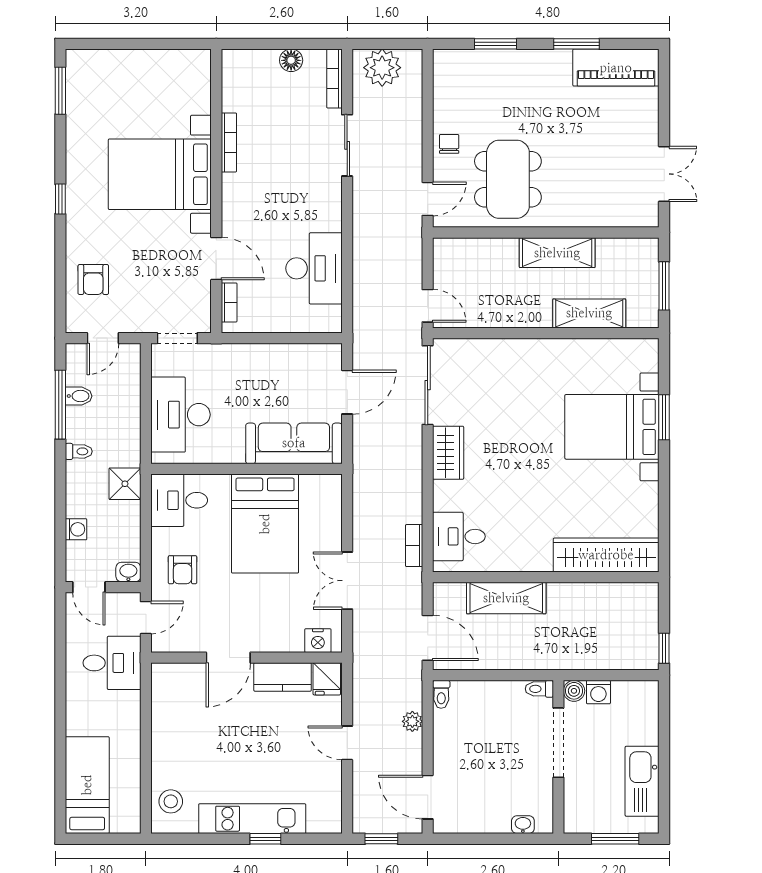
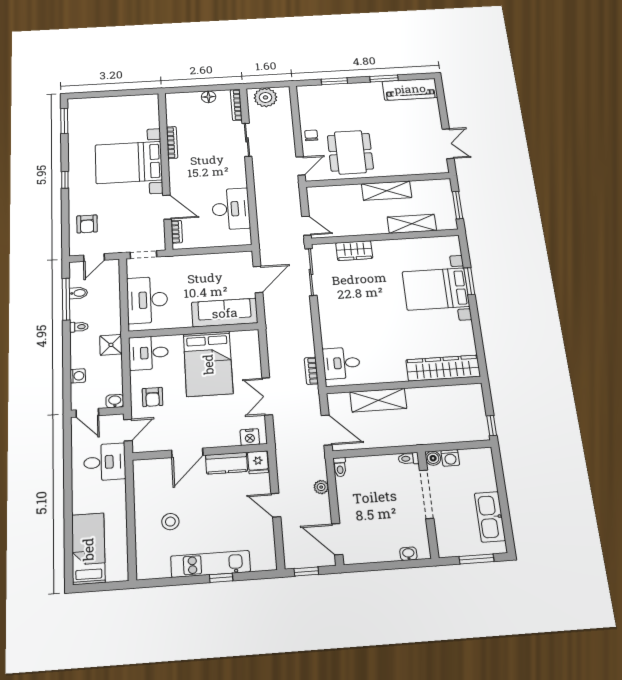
wardrobe: (448, 453) -> (354, 251), moved, turned 90
stool: (171, 801) -> (170, 522), moved

